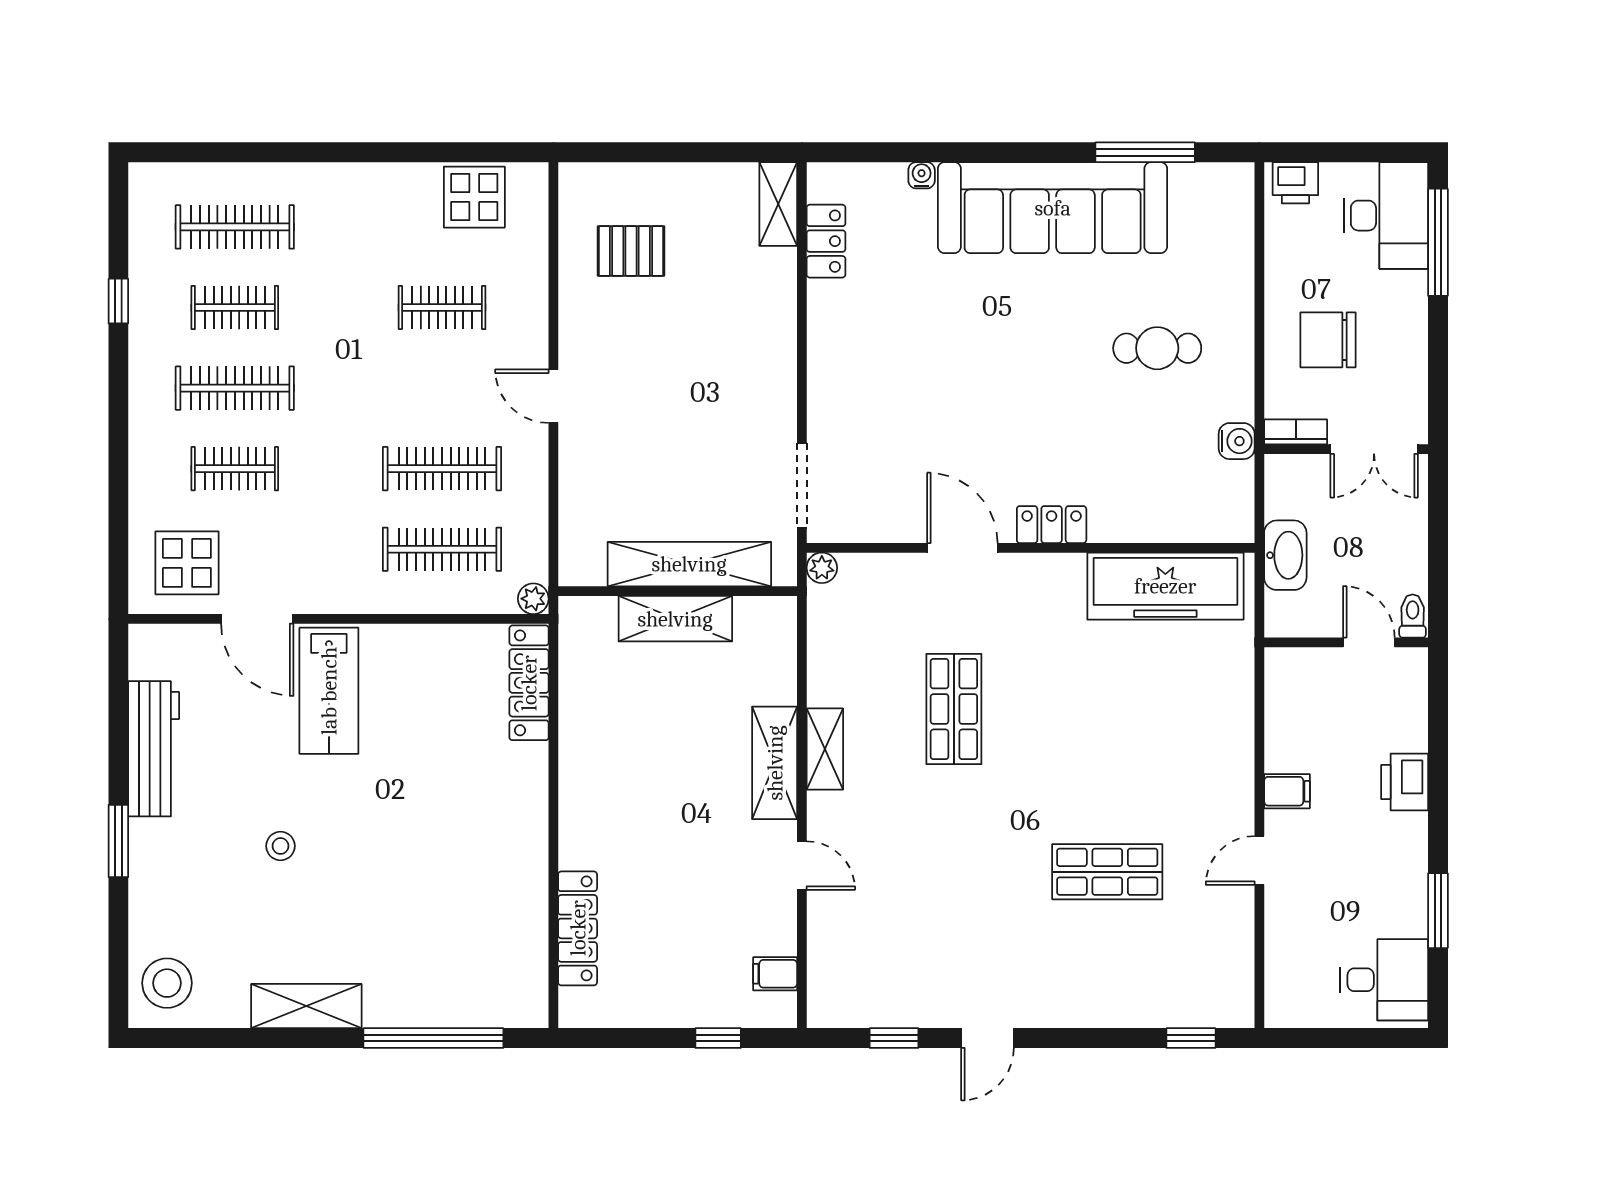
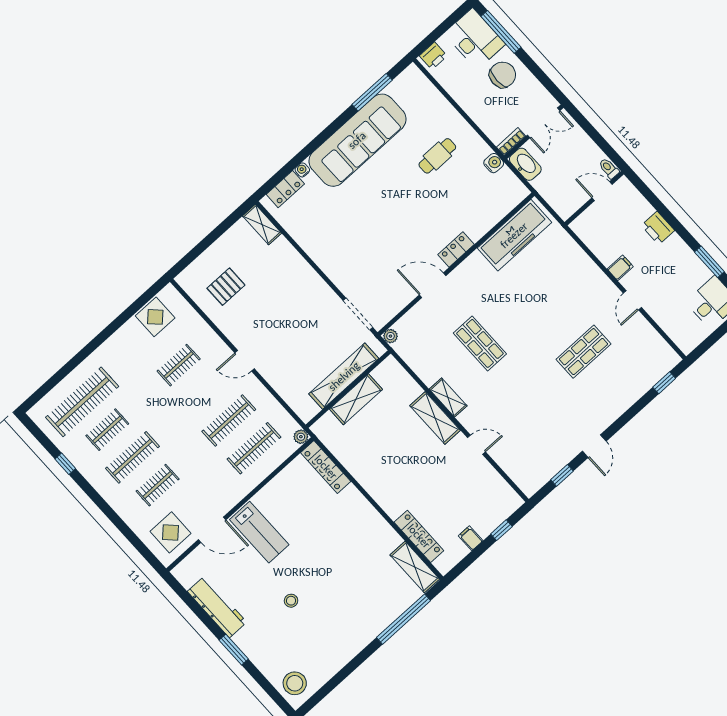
clothes rail: (235, 227) -> (82, 402), width x1.37, depth x1.31
locker: (826, 241) -> (285, 189), moved, turned 90
chair: (1328, 340) -> (503, 75), moved, turned 180
washbasin: (1285, 555) -> (525, 164), moved
filing cabinet: (775, 974) -> (471, 538), moved, turned 90
shelving: (306, 1006) -> (415, 567), moved, turned 90

